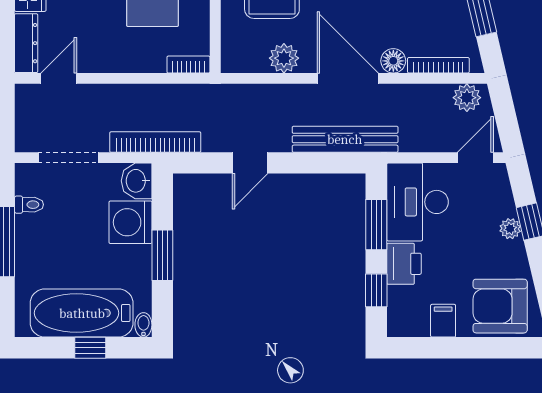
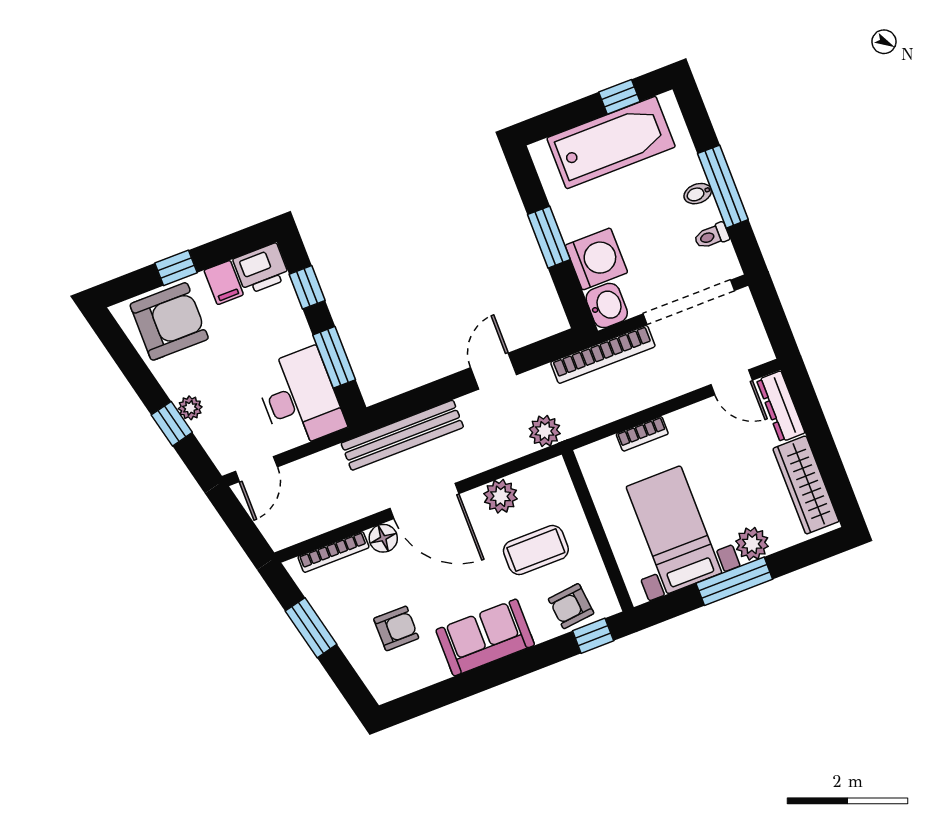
bookcase: (188, 65) -> (642, 434), moved
door: (59, 78) -> (732, 382), hinge flipped
plant: (467, 98) -> (545, 431), moved
doorway: (68, 158) -> (689, 302), width x1.36
printer: (404, 264) -> (261, 269), moved, turned -90
bidet: (143, 325) -> (698, 194), moved, turned 90
window: (90, 348) -> (619, 97), moved
window: (478, 348) -> (176, 268), added

